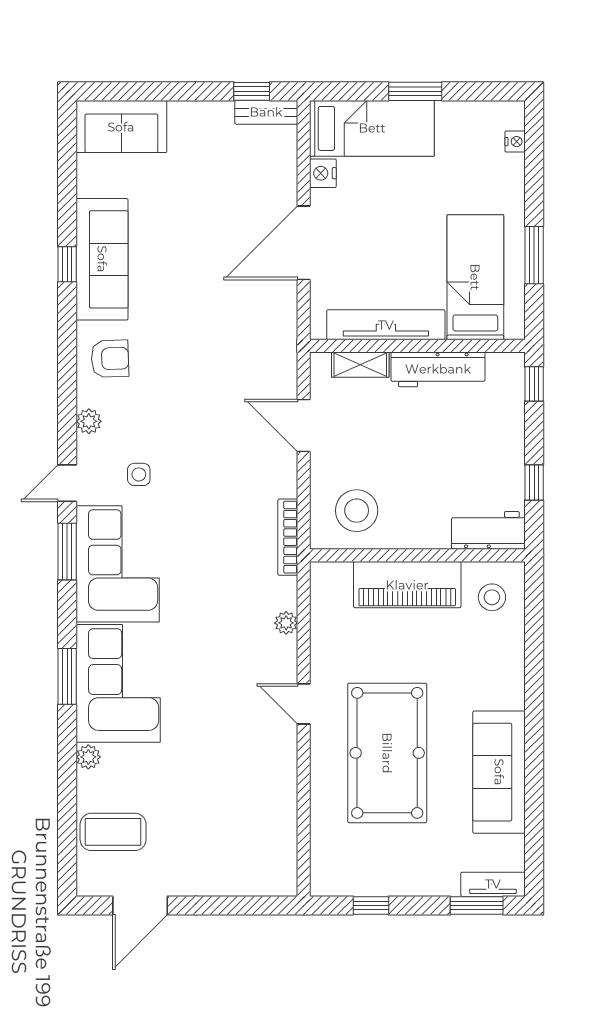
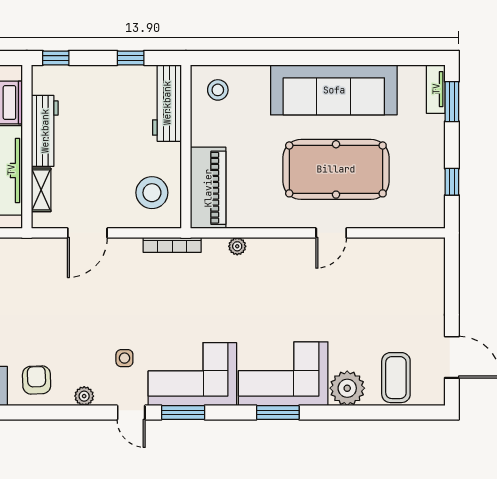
workbench: (488, 530) -> (167, 103), width x1.38
piano: (407, 585) -> (208, 188), moved
door: (304, 704) -> (331, 233), moved
plant: (88, 757) -> (347, 388), width x1.88, depth x1.88
sofa: (499, 772) -> (334, 90), width x1.36, depth x1.27

